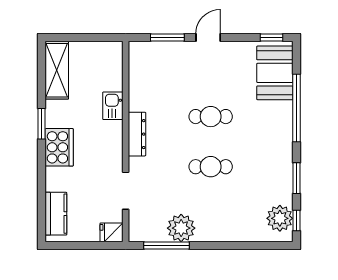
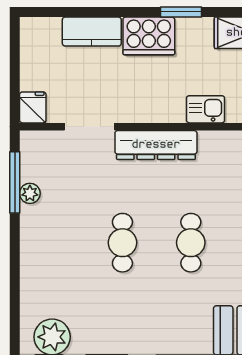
dresser: (137, 134) -> (156, 145), width x1.37, depth x1.24
kitchen counter: (56, 214) -> (92, 32), moved
plant: (181, 228) -> (30, 193), width x0.53, depth x0.53

